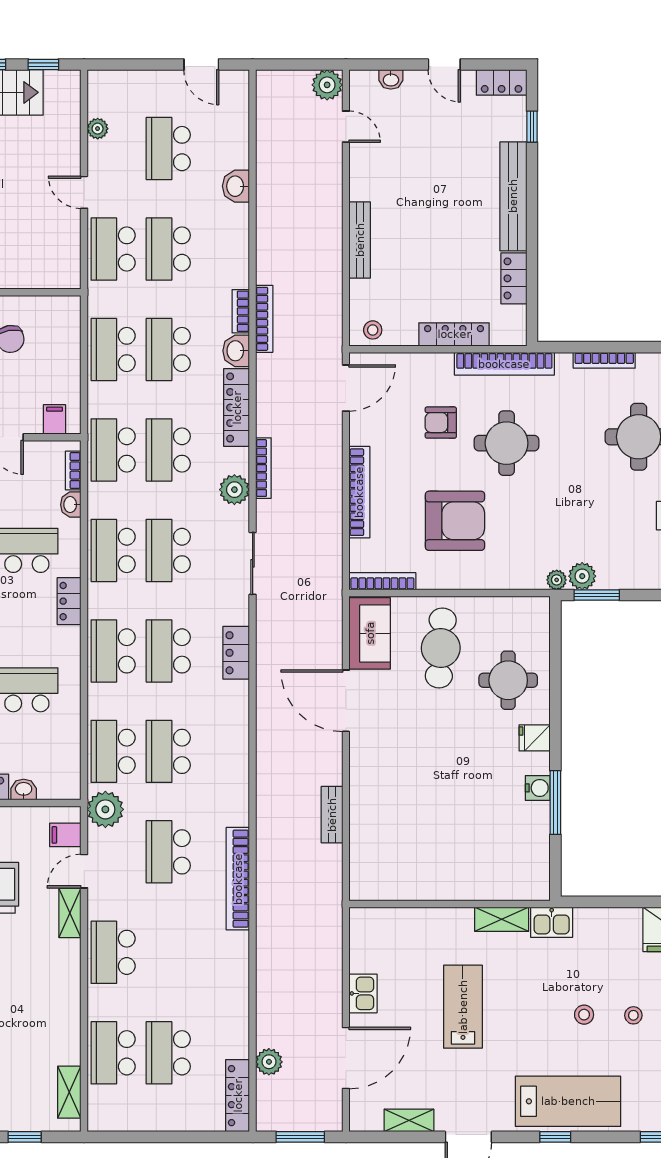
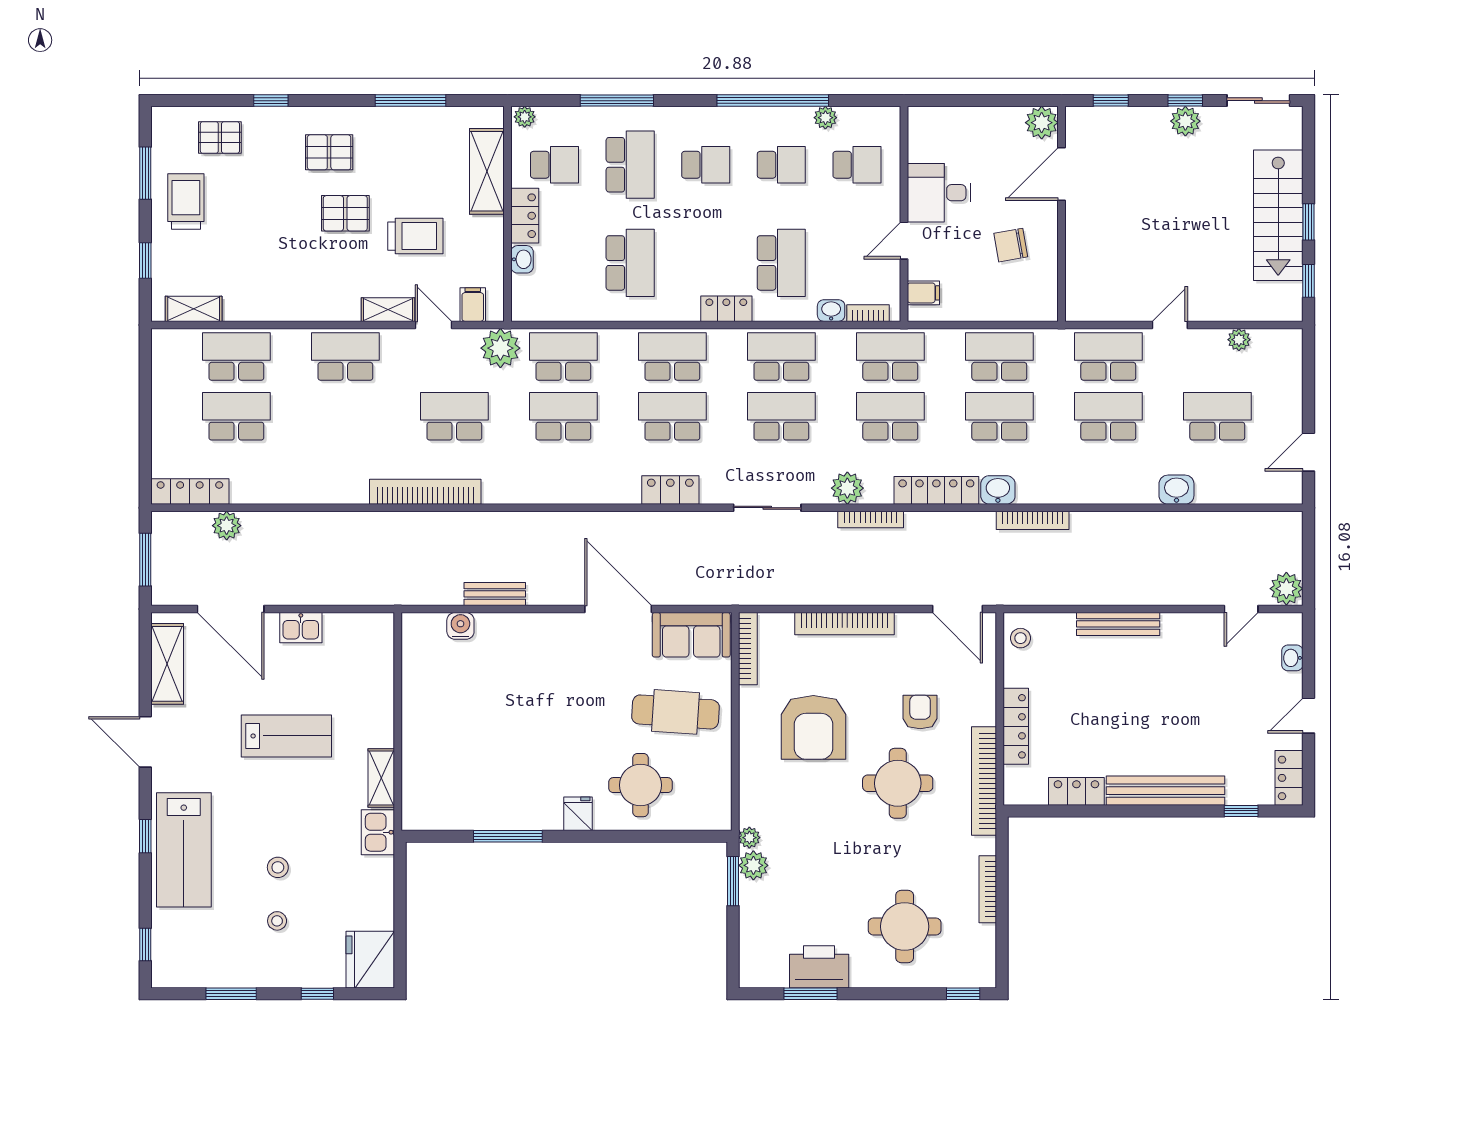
bookcase: (241, 311) -> (1041, 495), removed
door: (346, 701) -> (618, 609), hinge flipped
water cooler: (538, 788) -> (460, 626), moved, turned 180
shelving: (409, 1120) -> (167, 664), width x1.50, depth x1.33

